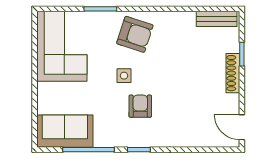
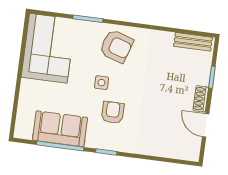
shoe rack: (233, 73) -> (201, 99), width x0.70
door: (242, 127) -> (206, 125), moved
sofa: (65, 131) -> (60, 129), moved

